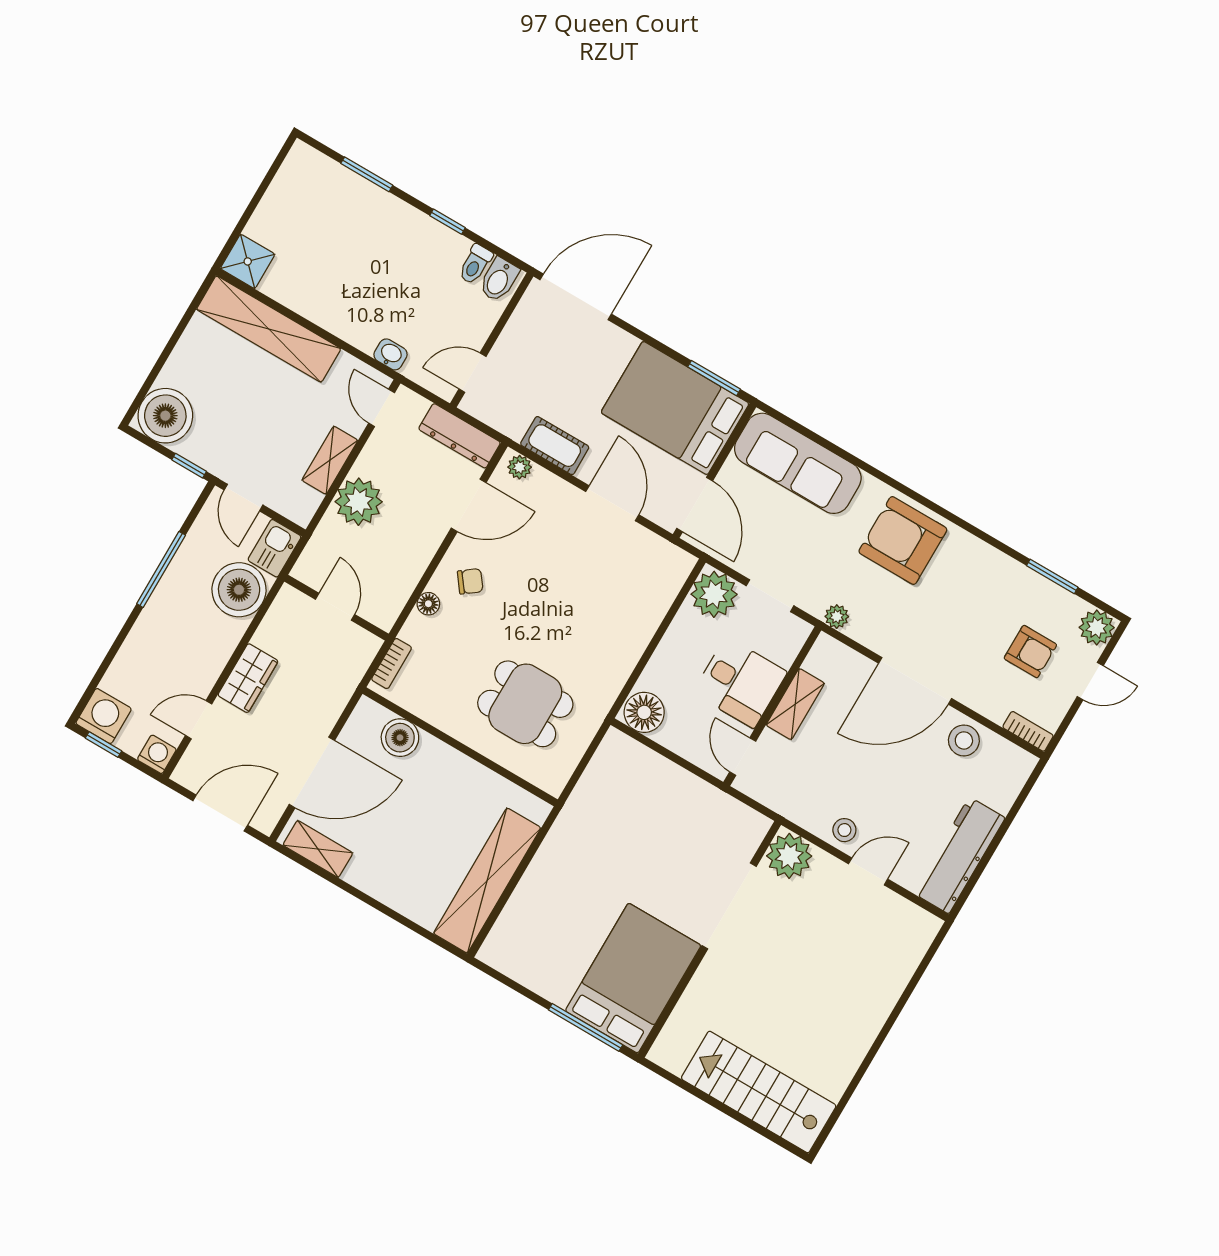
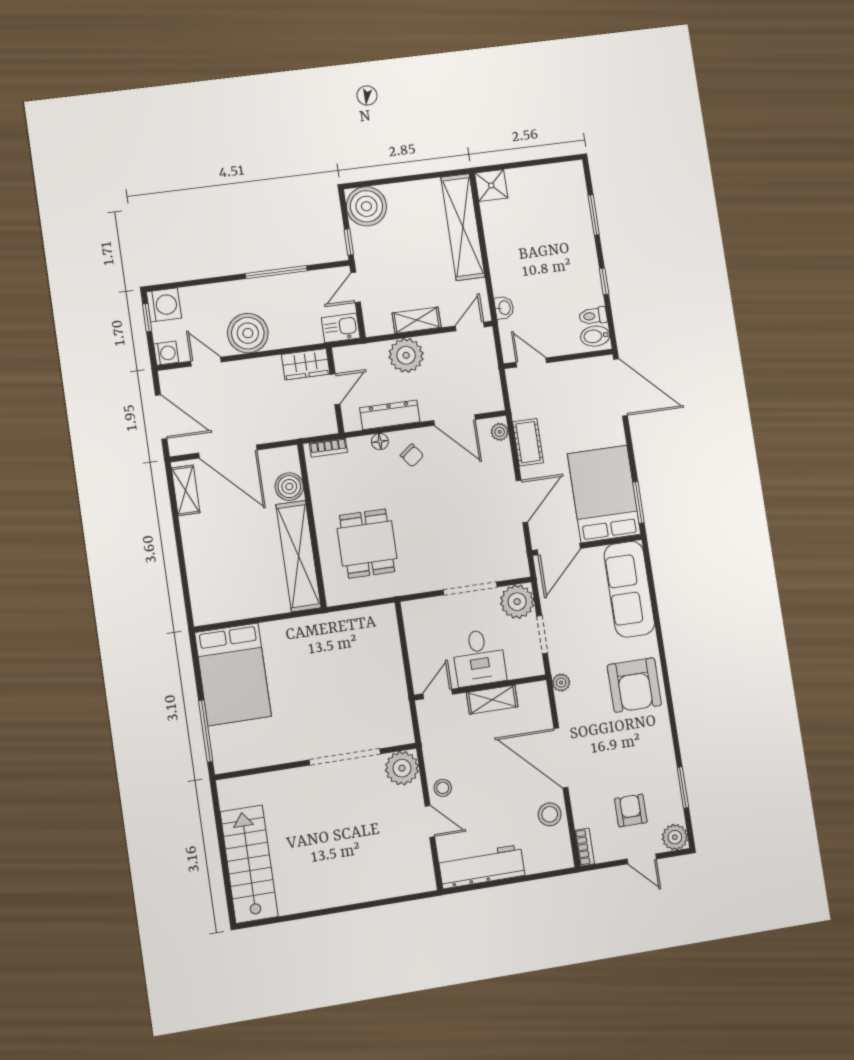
dresser: (460, 436) -> (390, 415), moved, turned 90
armchair: (903, 541) -> (634, 685), turned 180
boiler: (239, 590) -> (248, 333), moved
doorway: (660, 633) -> (470, 588), added
armchair: (1030, 652) -> (631, 810), turned 180
wardrobe: (248, 678) -> (306, 364), moved
floor lamp: (644, 712) -> (417, 616), removed
shelving: (487, 881) -> (298, 556), moved, turned 90
bed: (633, 978) -> (233, 674), moved, turned 90

